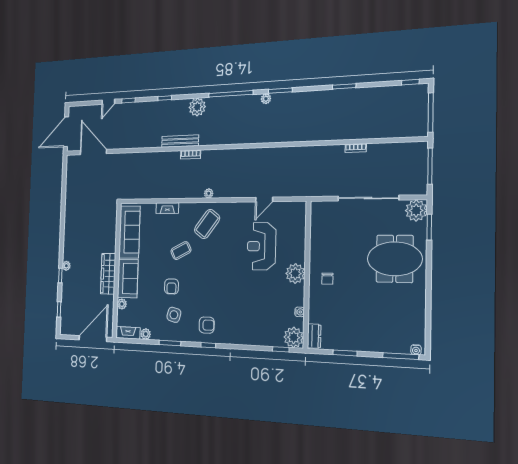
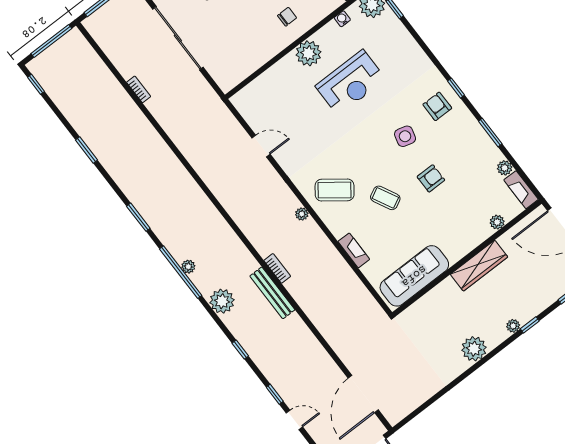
plant: (266, 99) -> (188, 267), moved
plant: (71, 234) -> (474, 349), added
reception desk: (261, 246) -> (351, 83), moved
sofa: (128, 278) -> (465, 237), removed
side table: (174, 315) -> (405, 136), moved

